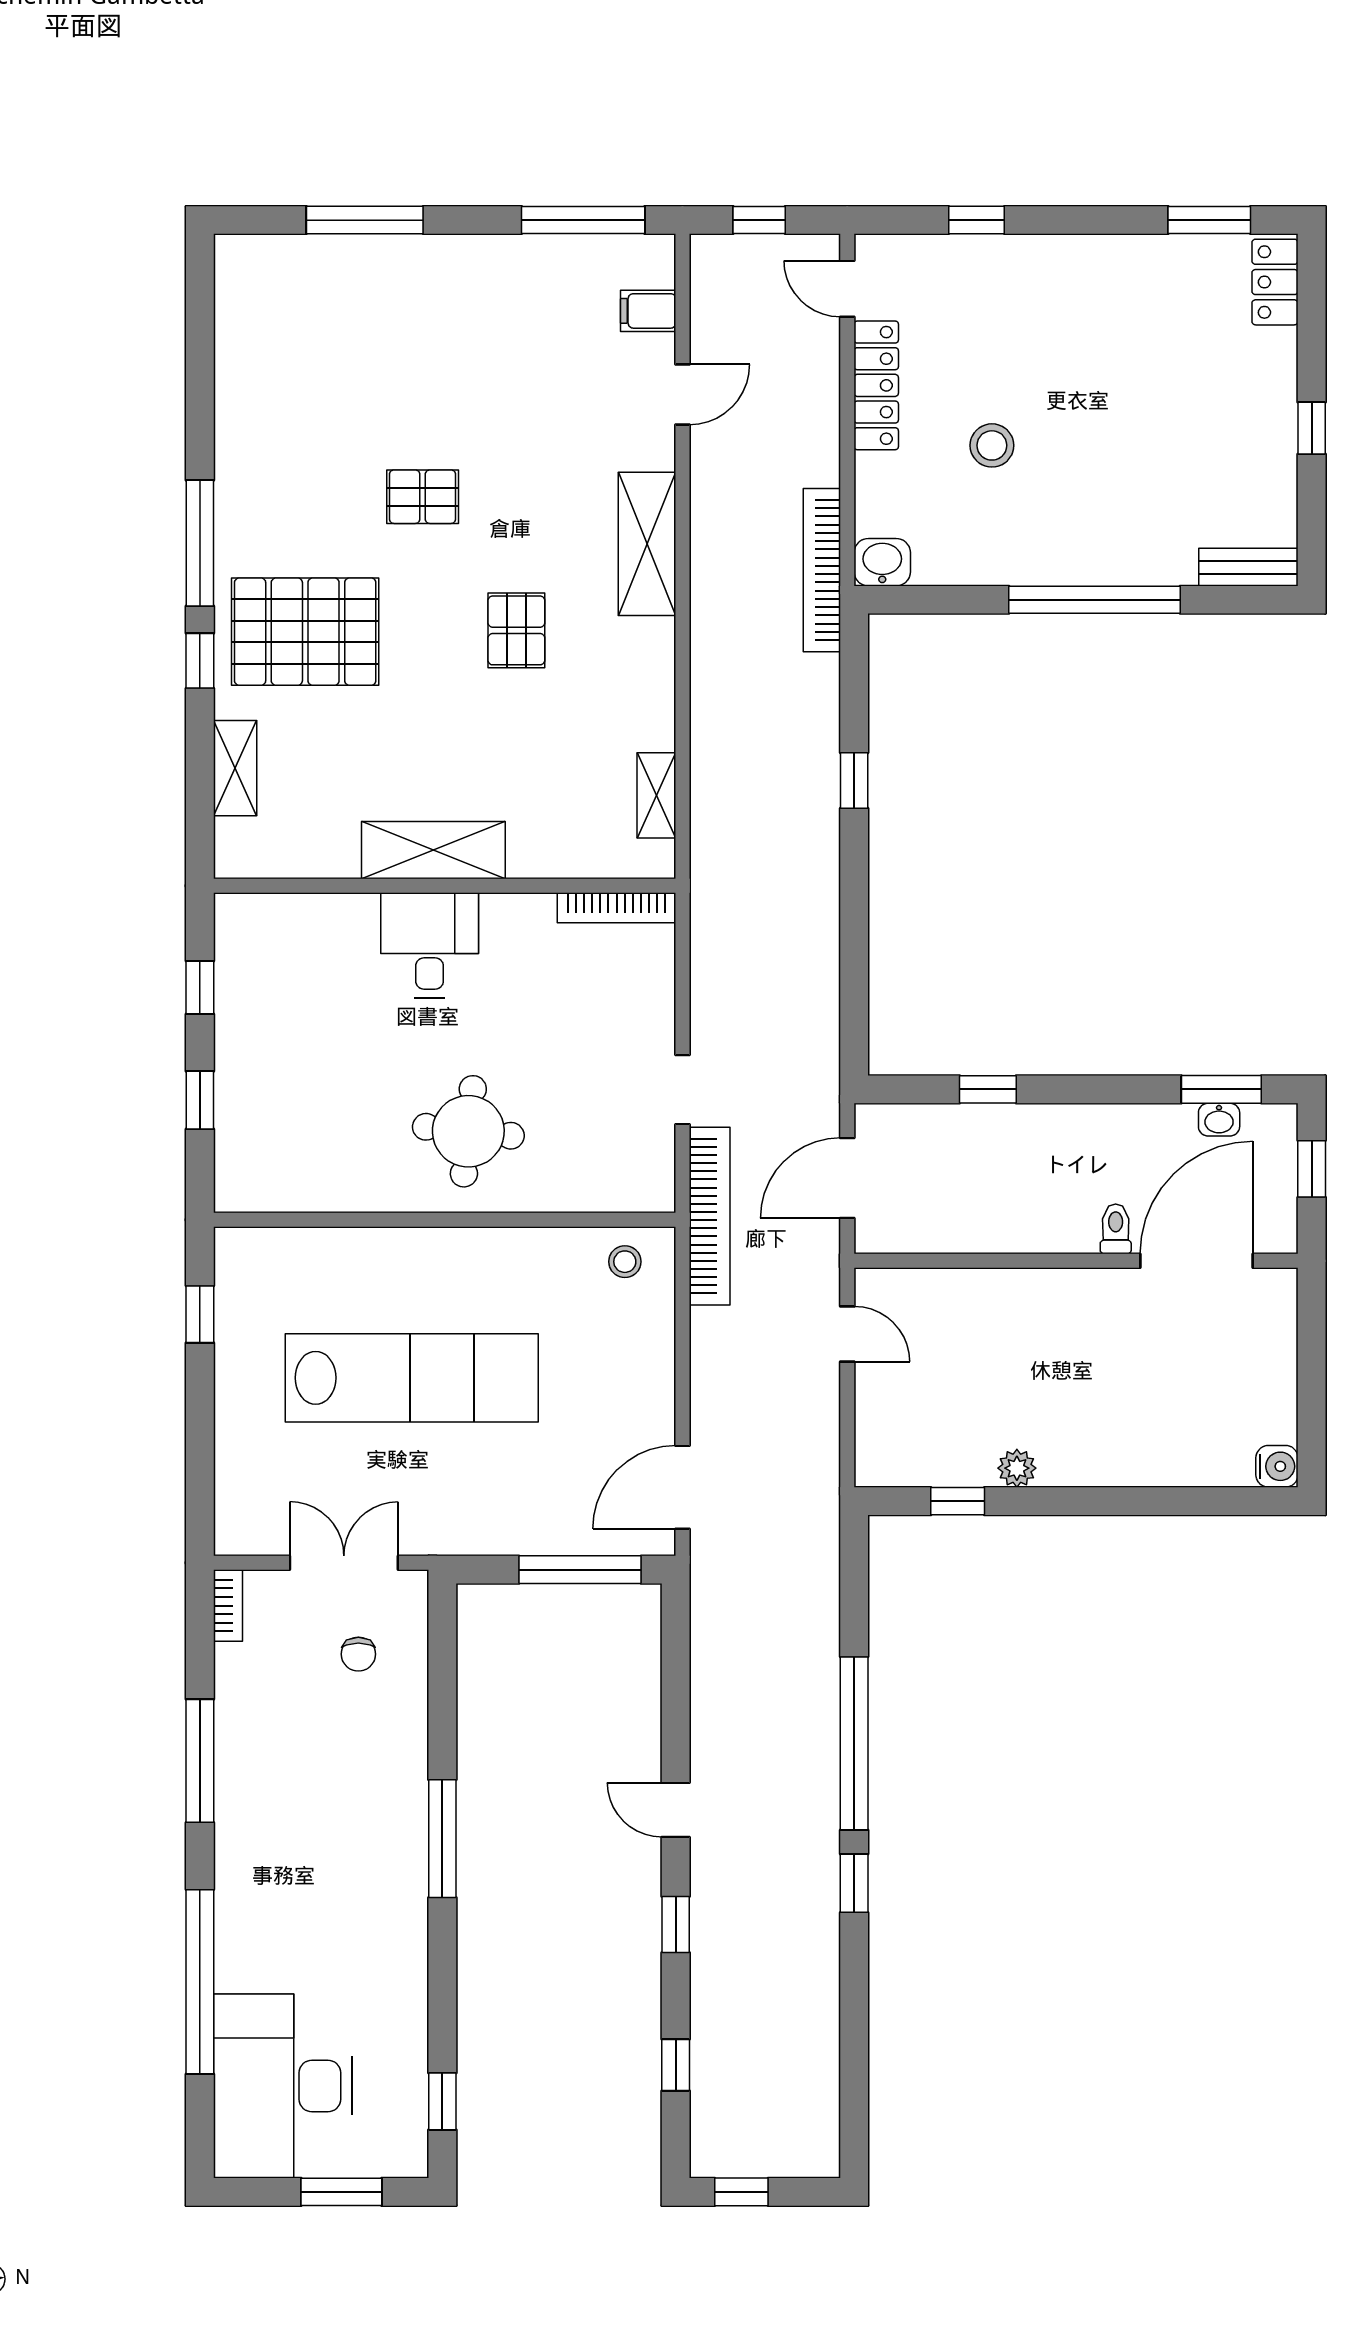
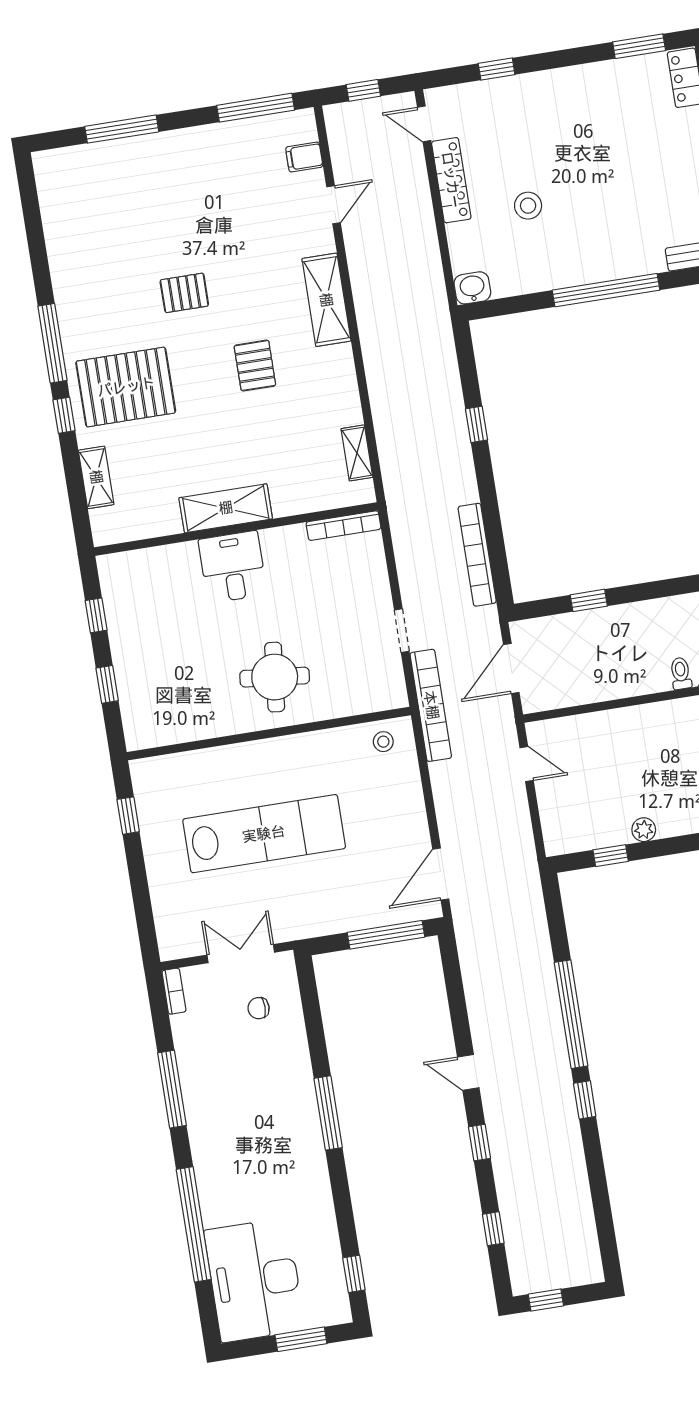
bookcase: (822, 570) -> (477, 555), moved
chair: (358, 1654) -> (259, 1008), turned 90

